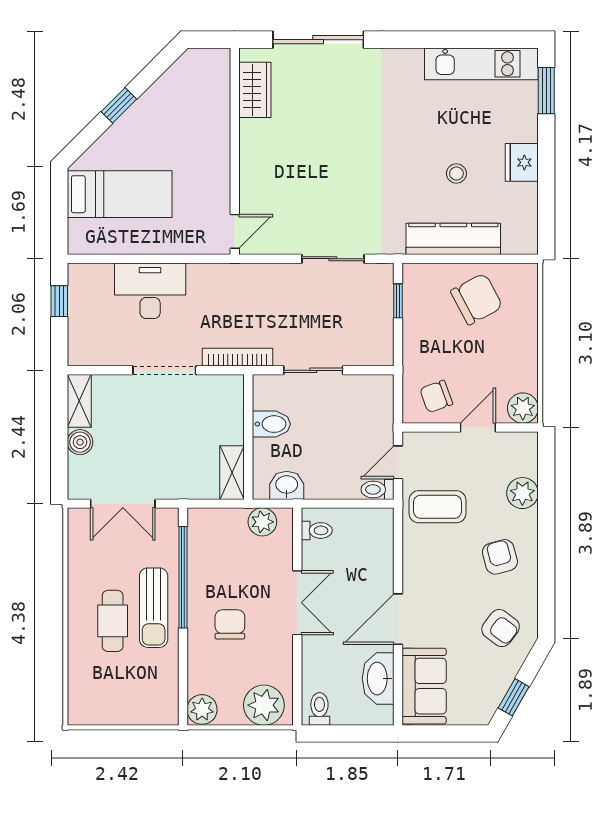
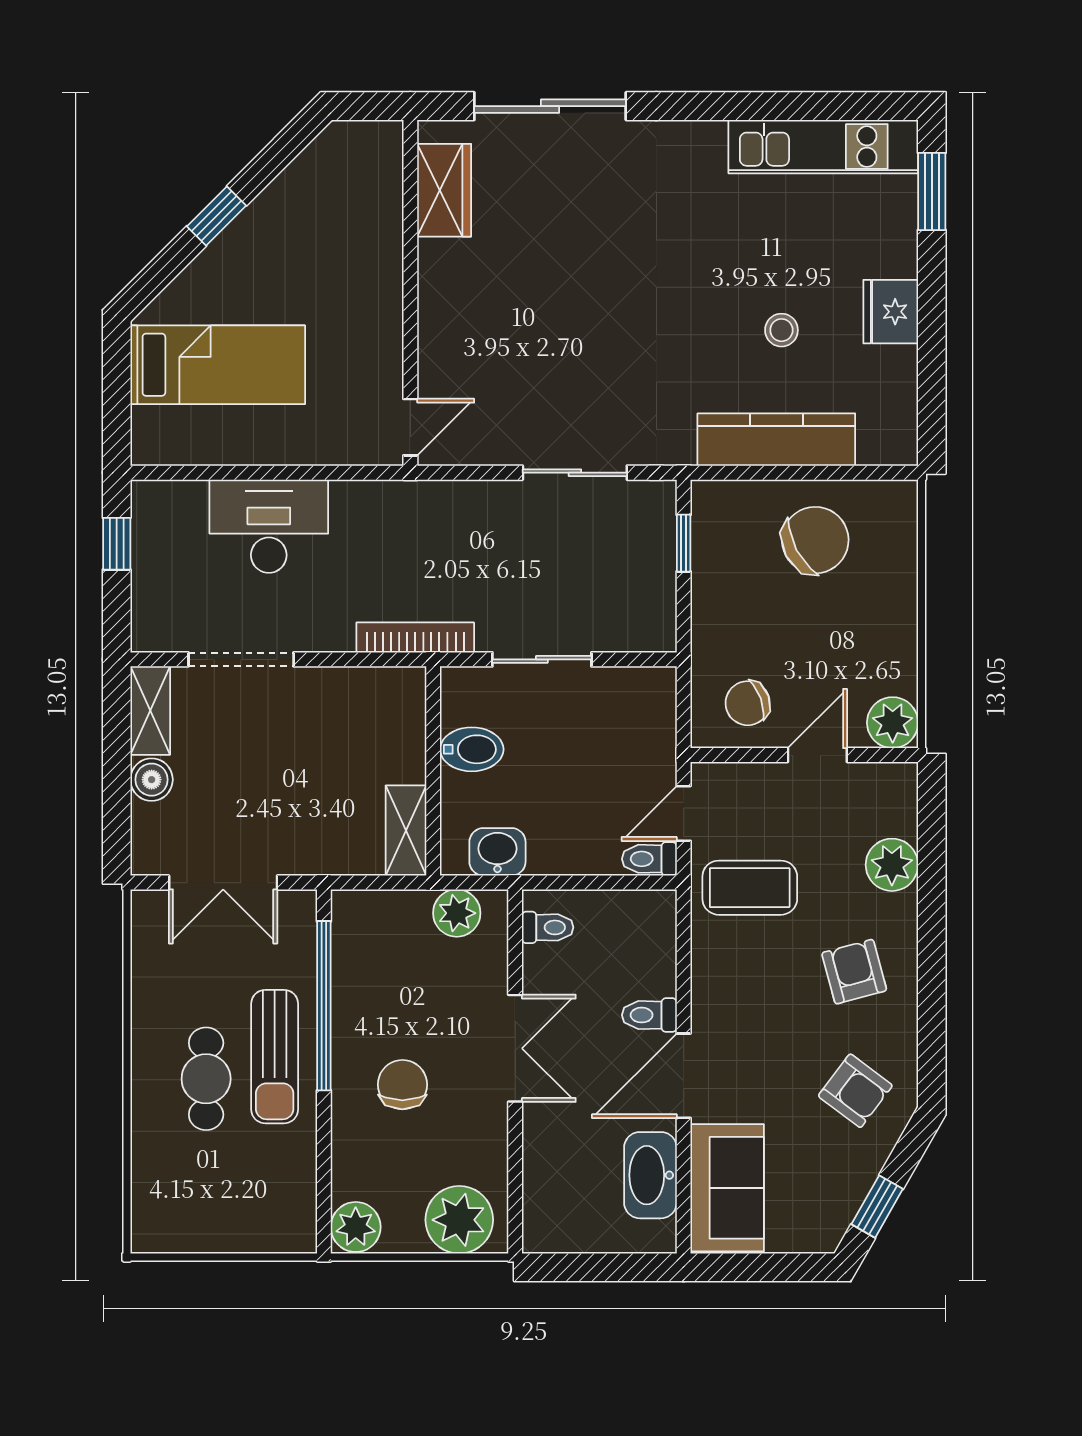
doorway: (164, 370) -> (241, 659), moved
toilet: (319, 709) -> (649, 1015), moved, turned -90

